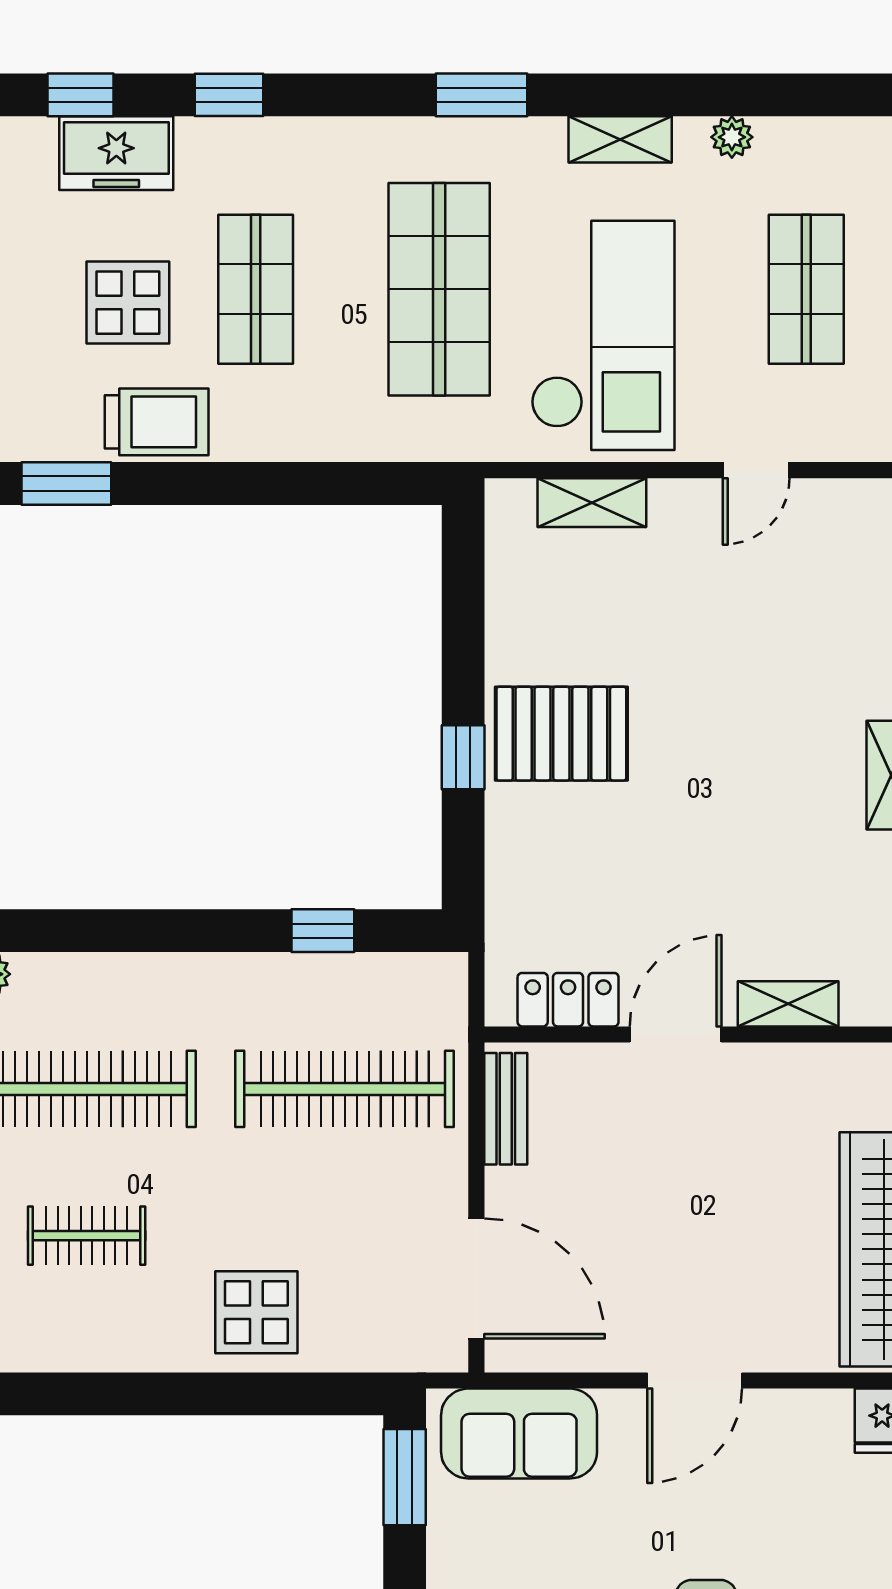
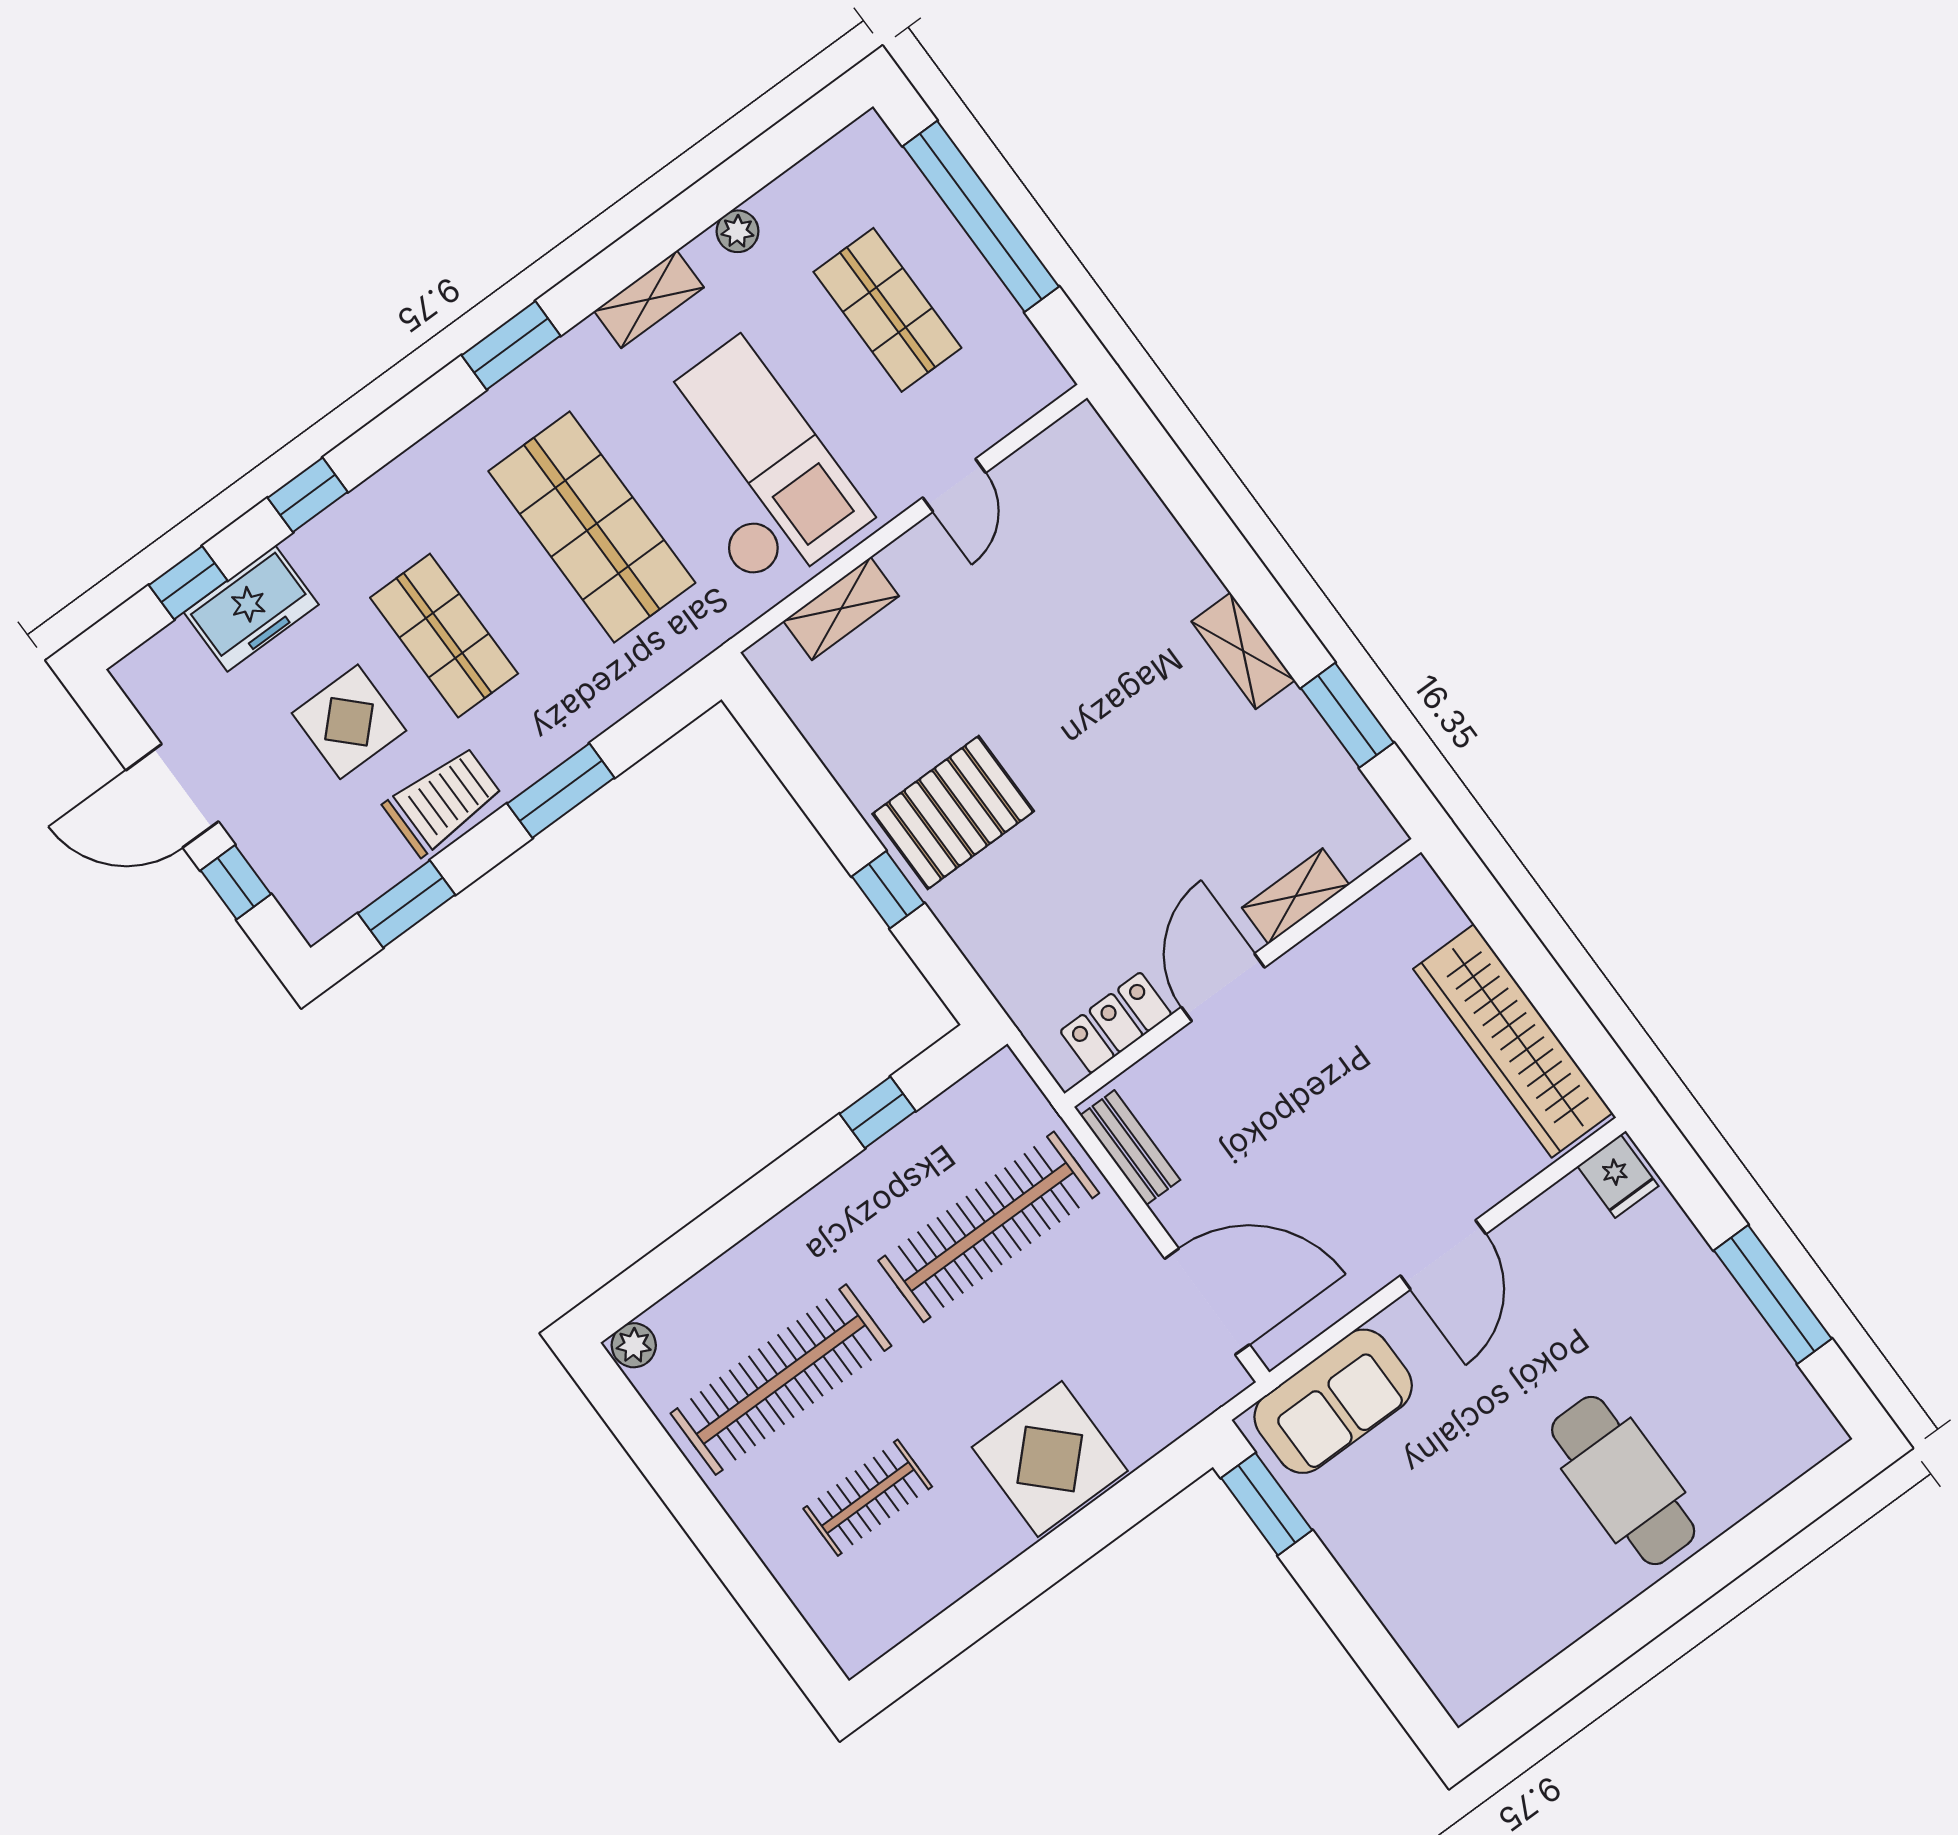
window: (258, 484) -> (561, 791), added
display table: (256, 1312) -> (1050, 1459), width x1.36, depth x1.36

